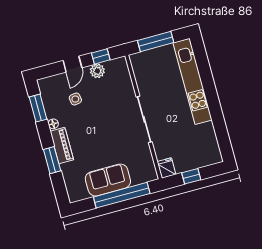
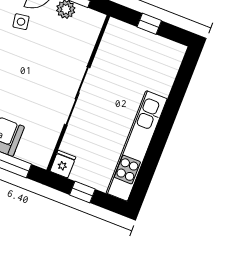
window: (156, 42) -> (149, 24), width x0.46
kitchen unit: (193, 81) -> (137, 146), moved

